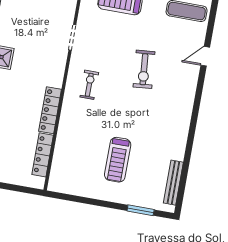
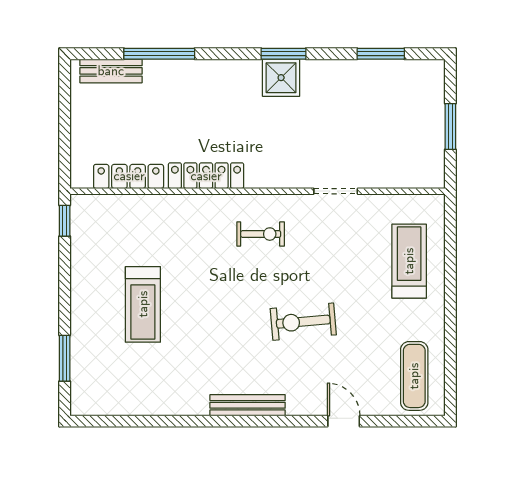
treadmill: (118, 160) -> (143, 304), turned -90
bench: (173, 183) -> (248, 405), moved
window: (62, 196) -> (65, 221), added

